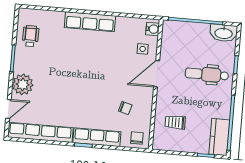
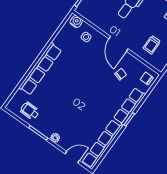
row of seats: (90, 22) -> (40, 69), width x1.36
door: (157, 74) -> (118, 44), moved
plant: (23, 84) -> (55, 138), width x0.53, depth x0.53
door: (8, 109) -> (72, 157), hinge flipped

